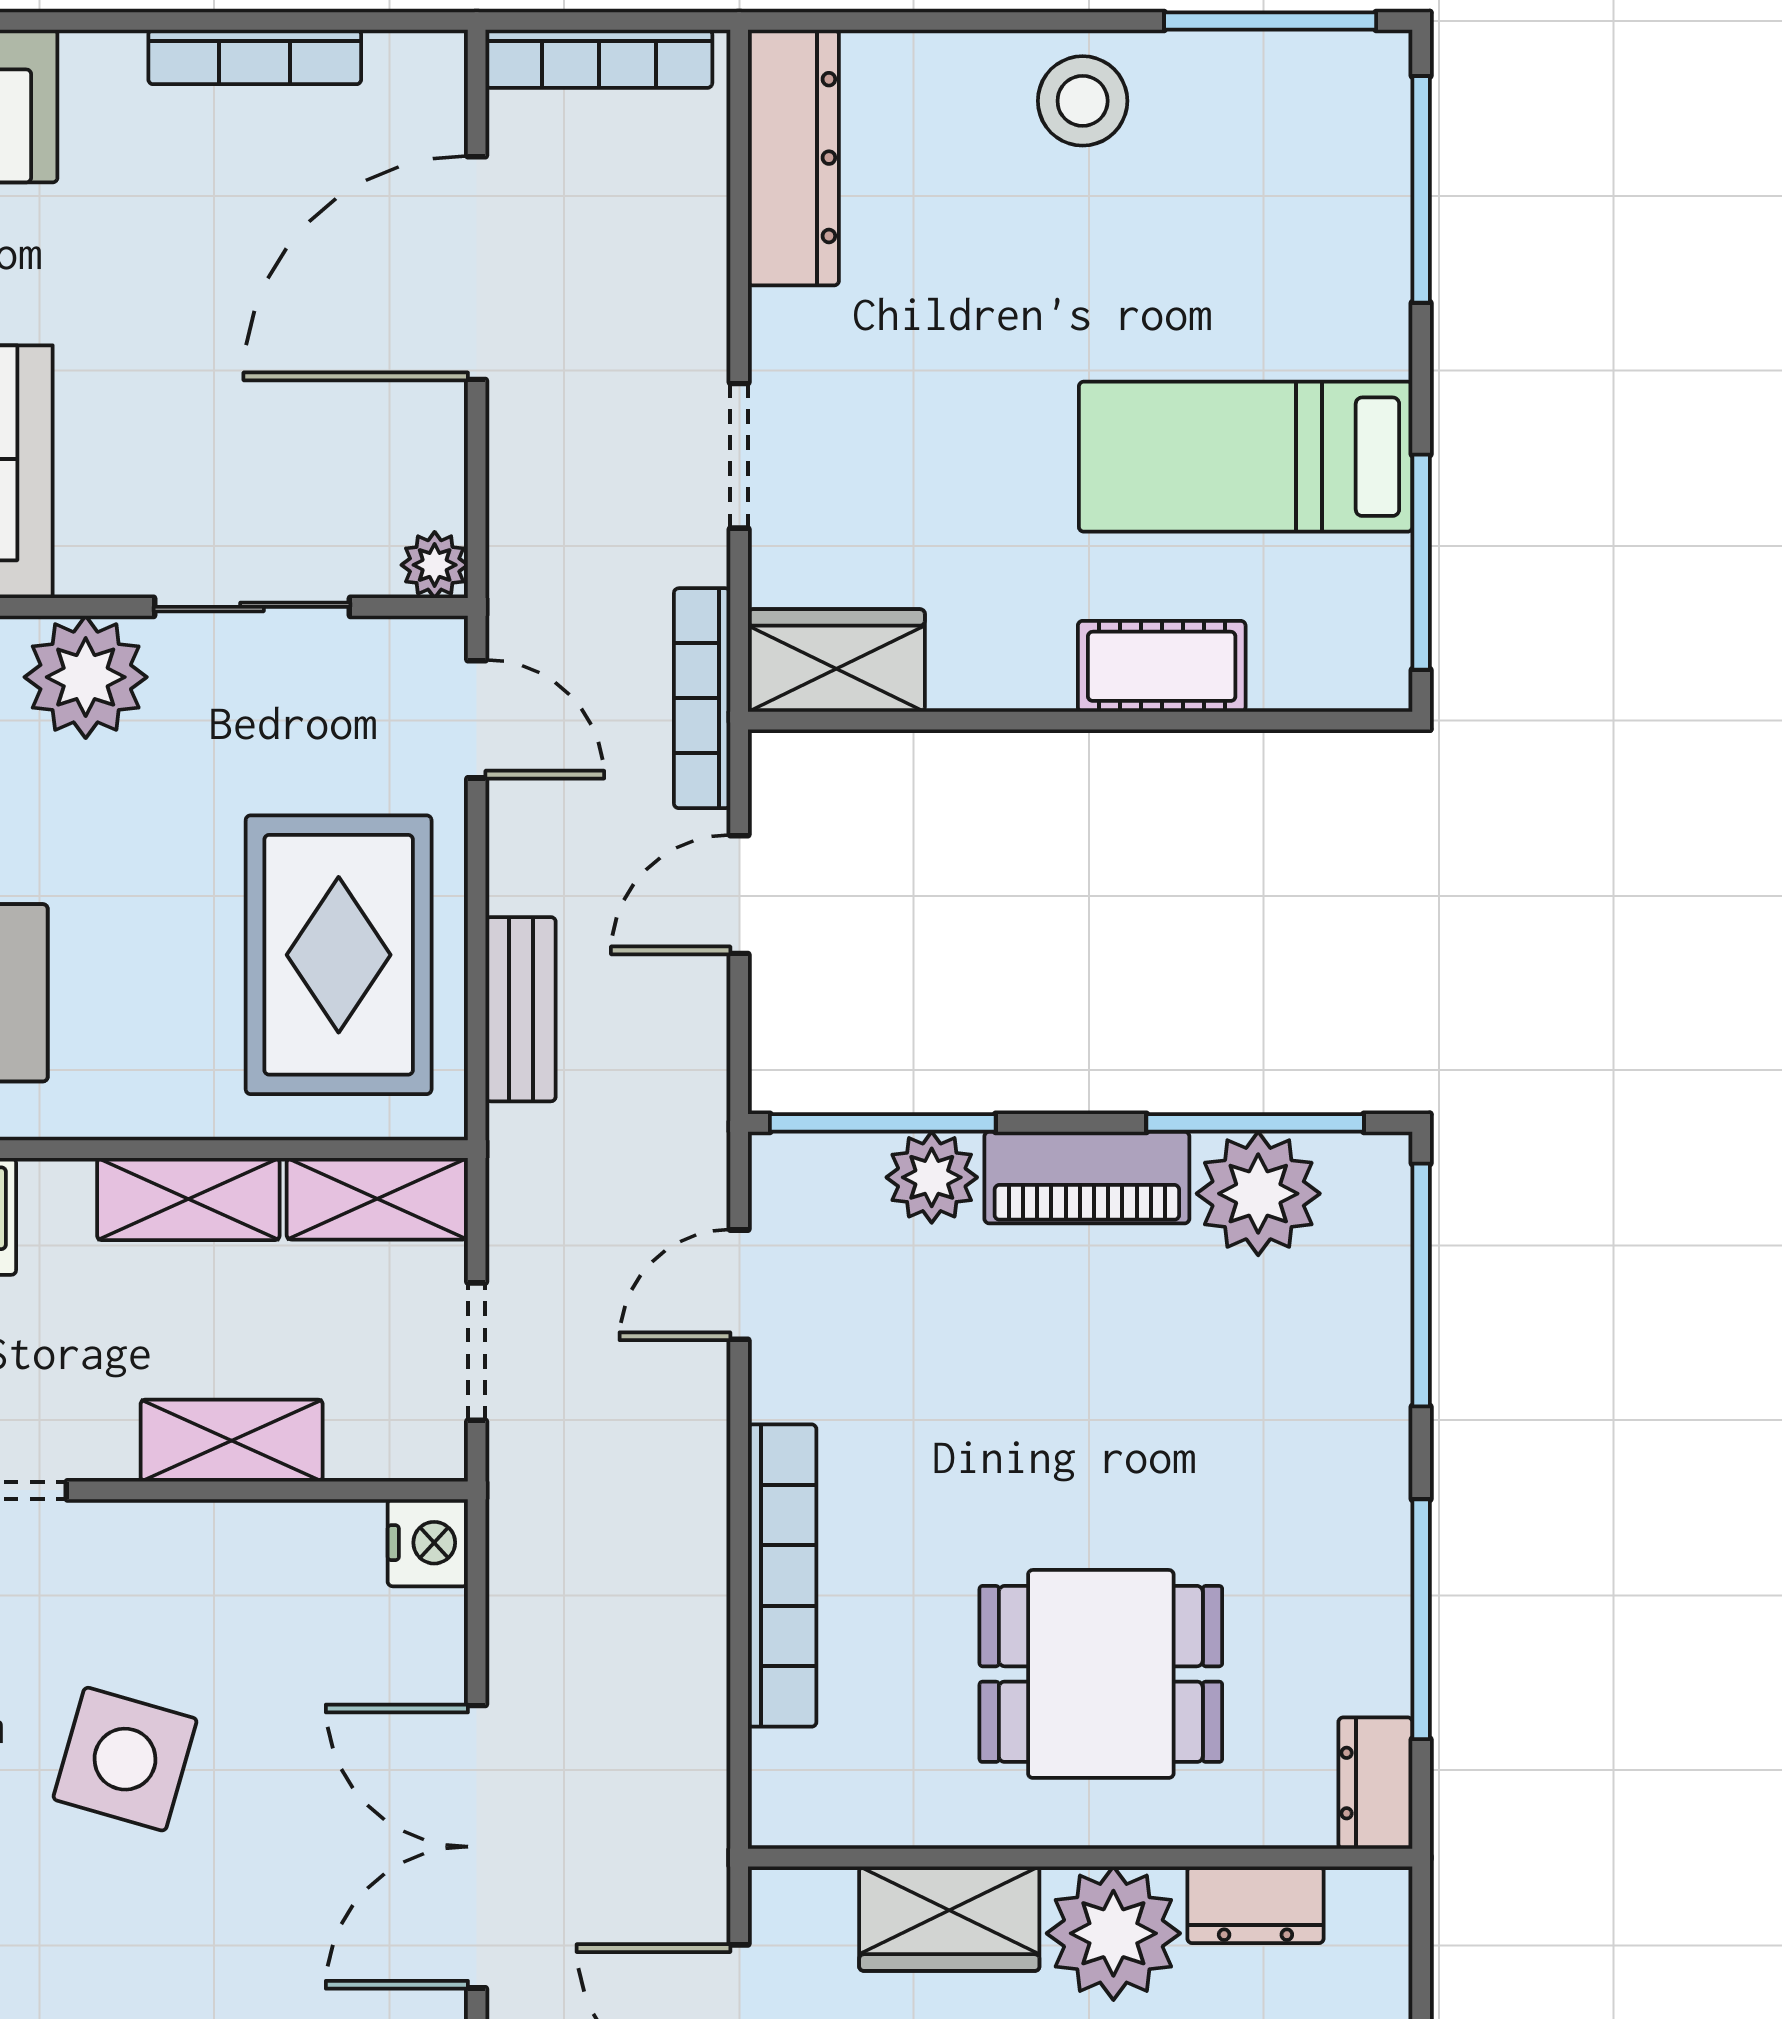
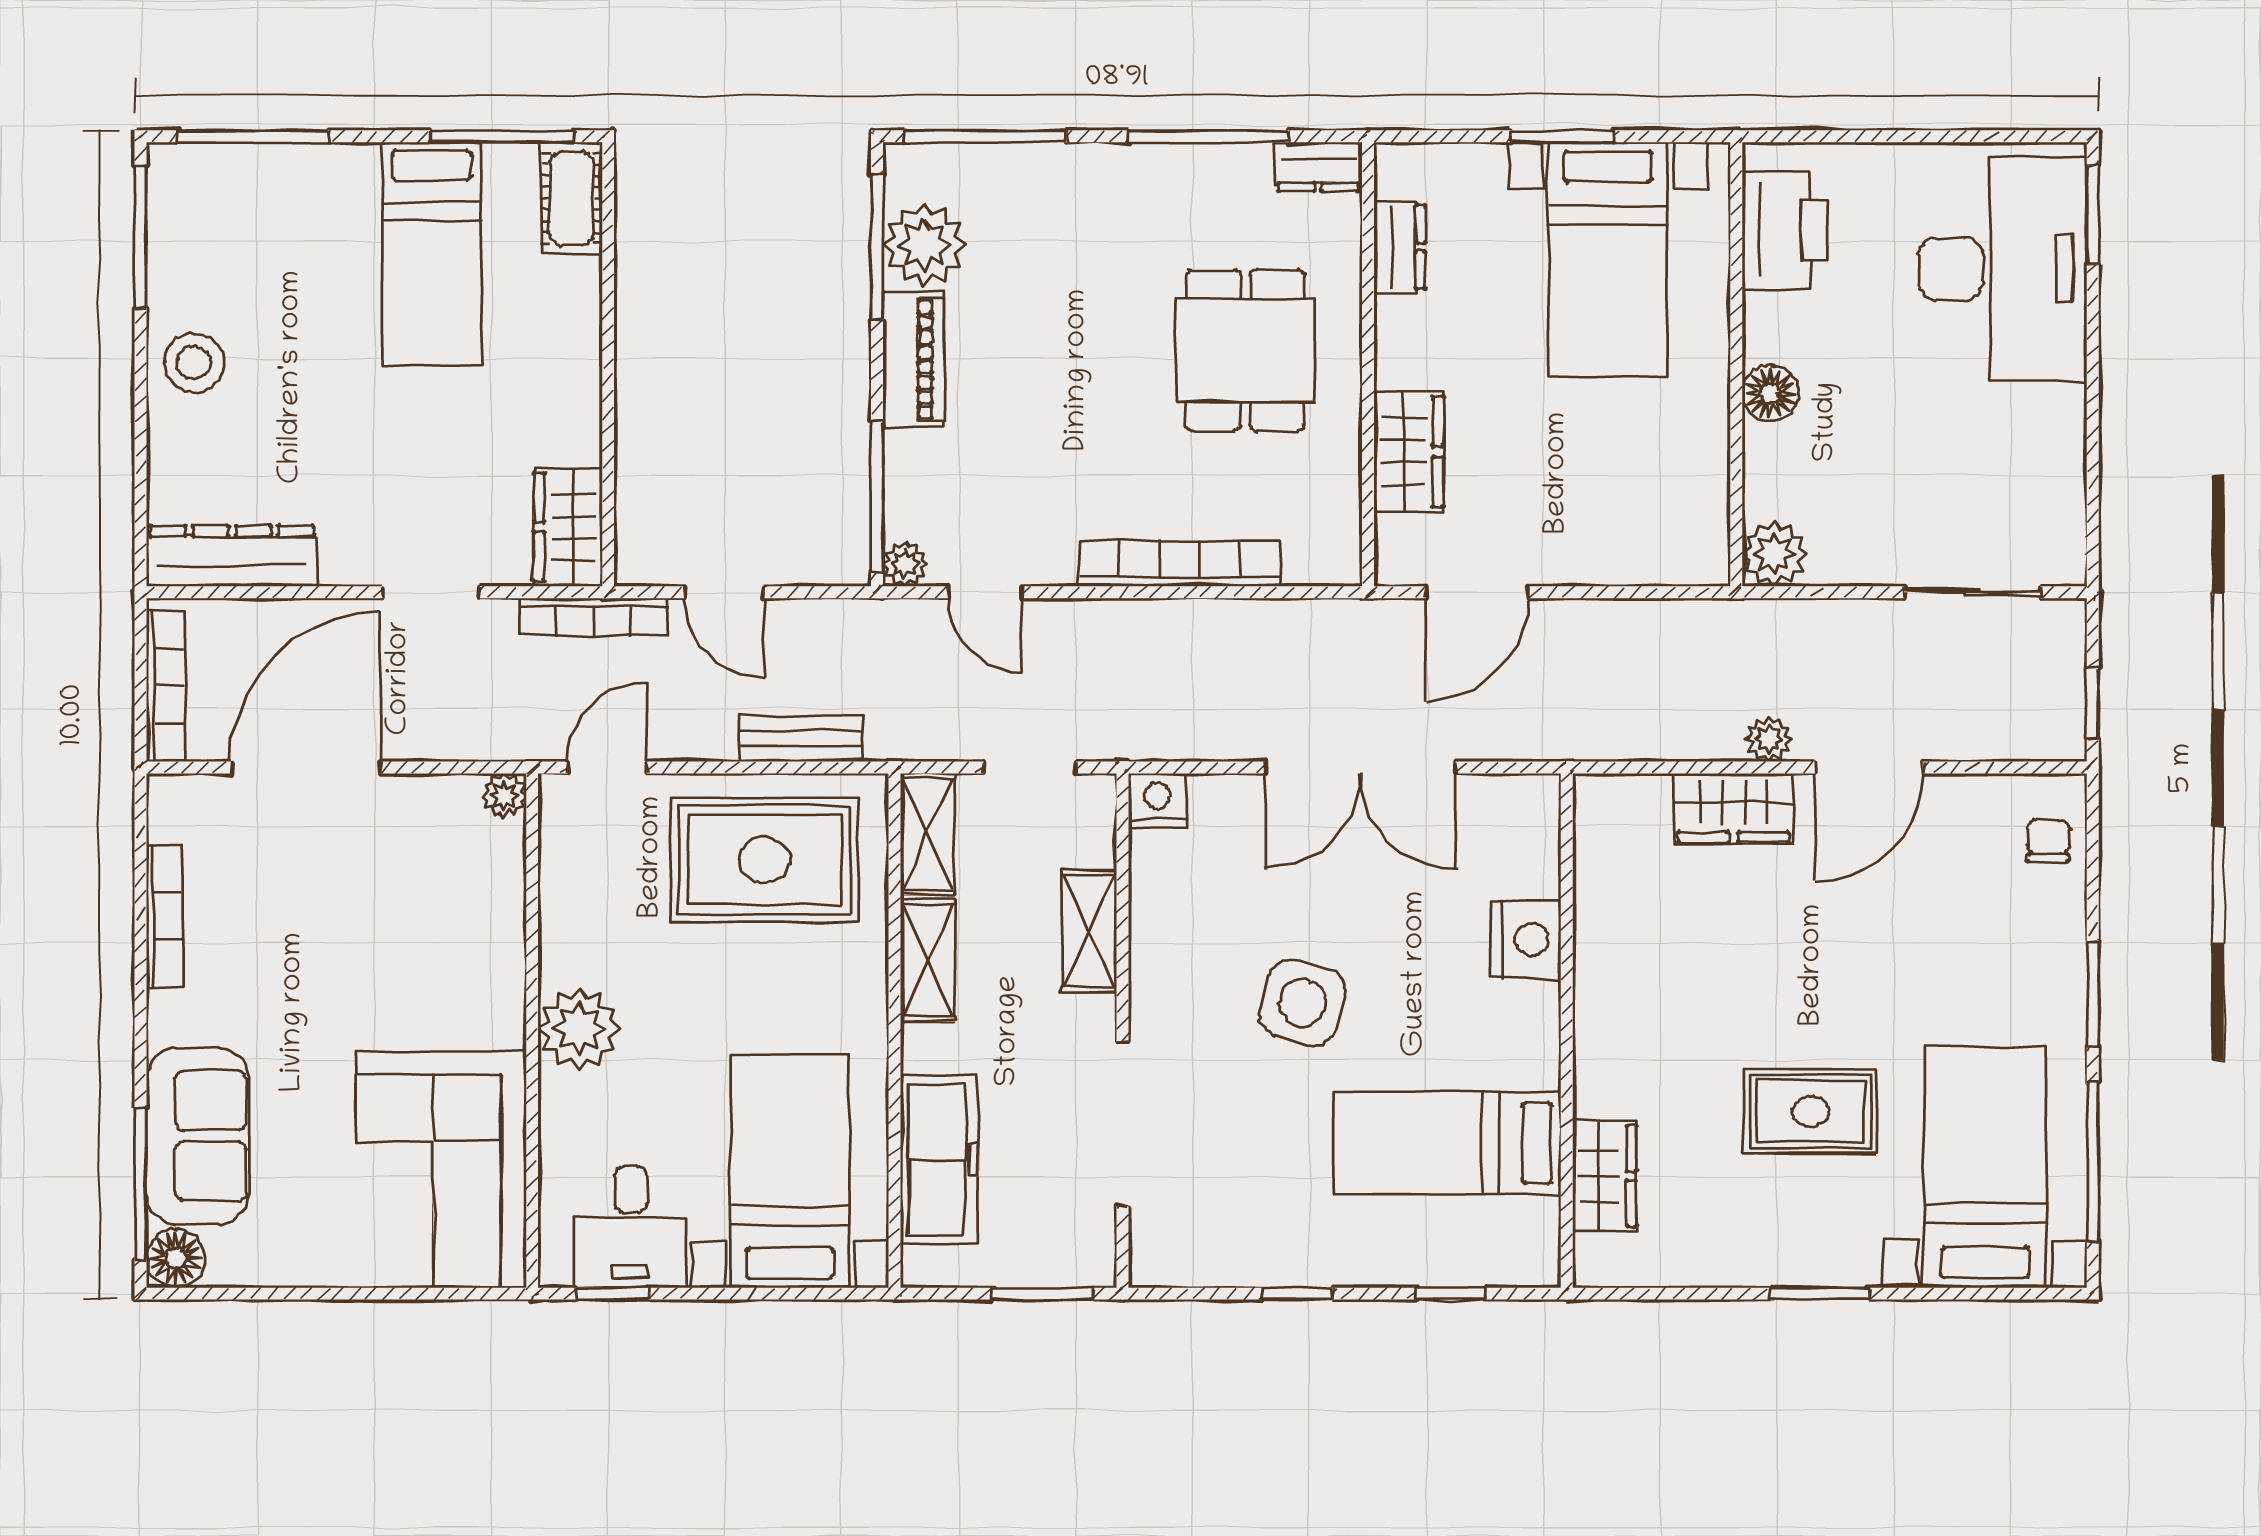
door: (477, 268) -> (306, 768), swing flipped
sliding door: (252, 607) -> (532, 918), removed
cot: (1162, 666) -> (572, 198), moved
plant: (932, 1177) -> (905, 564), moved, width x0.73, depth x0.73
plant: (1113, 1933) -> (1419, 342), removed

